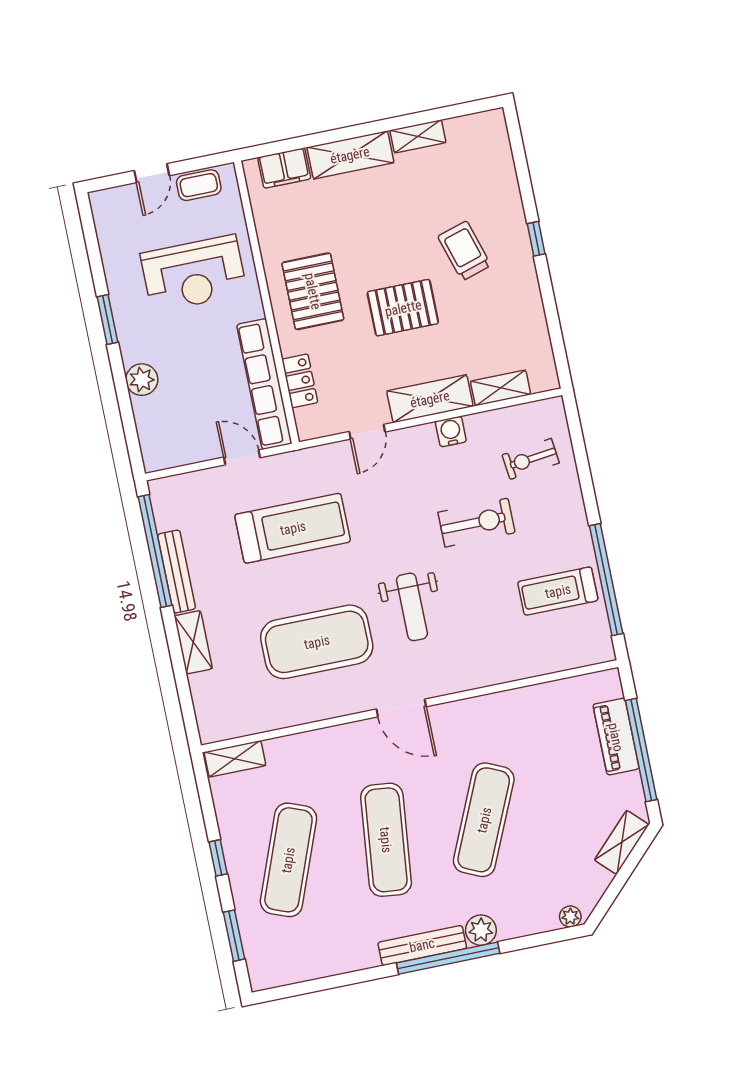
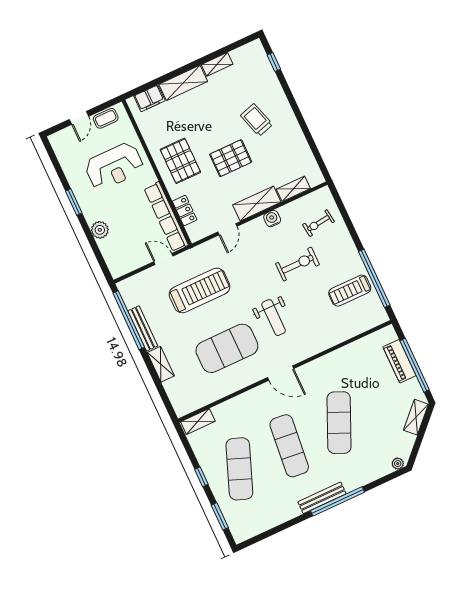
window: (536, 239) -> (274, 62), moved
plant: (481, 930) -> (352, 482), removed

